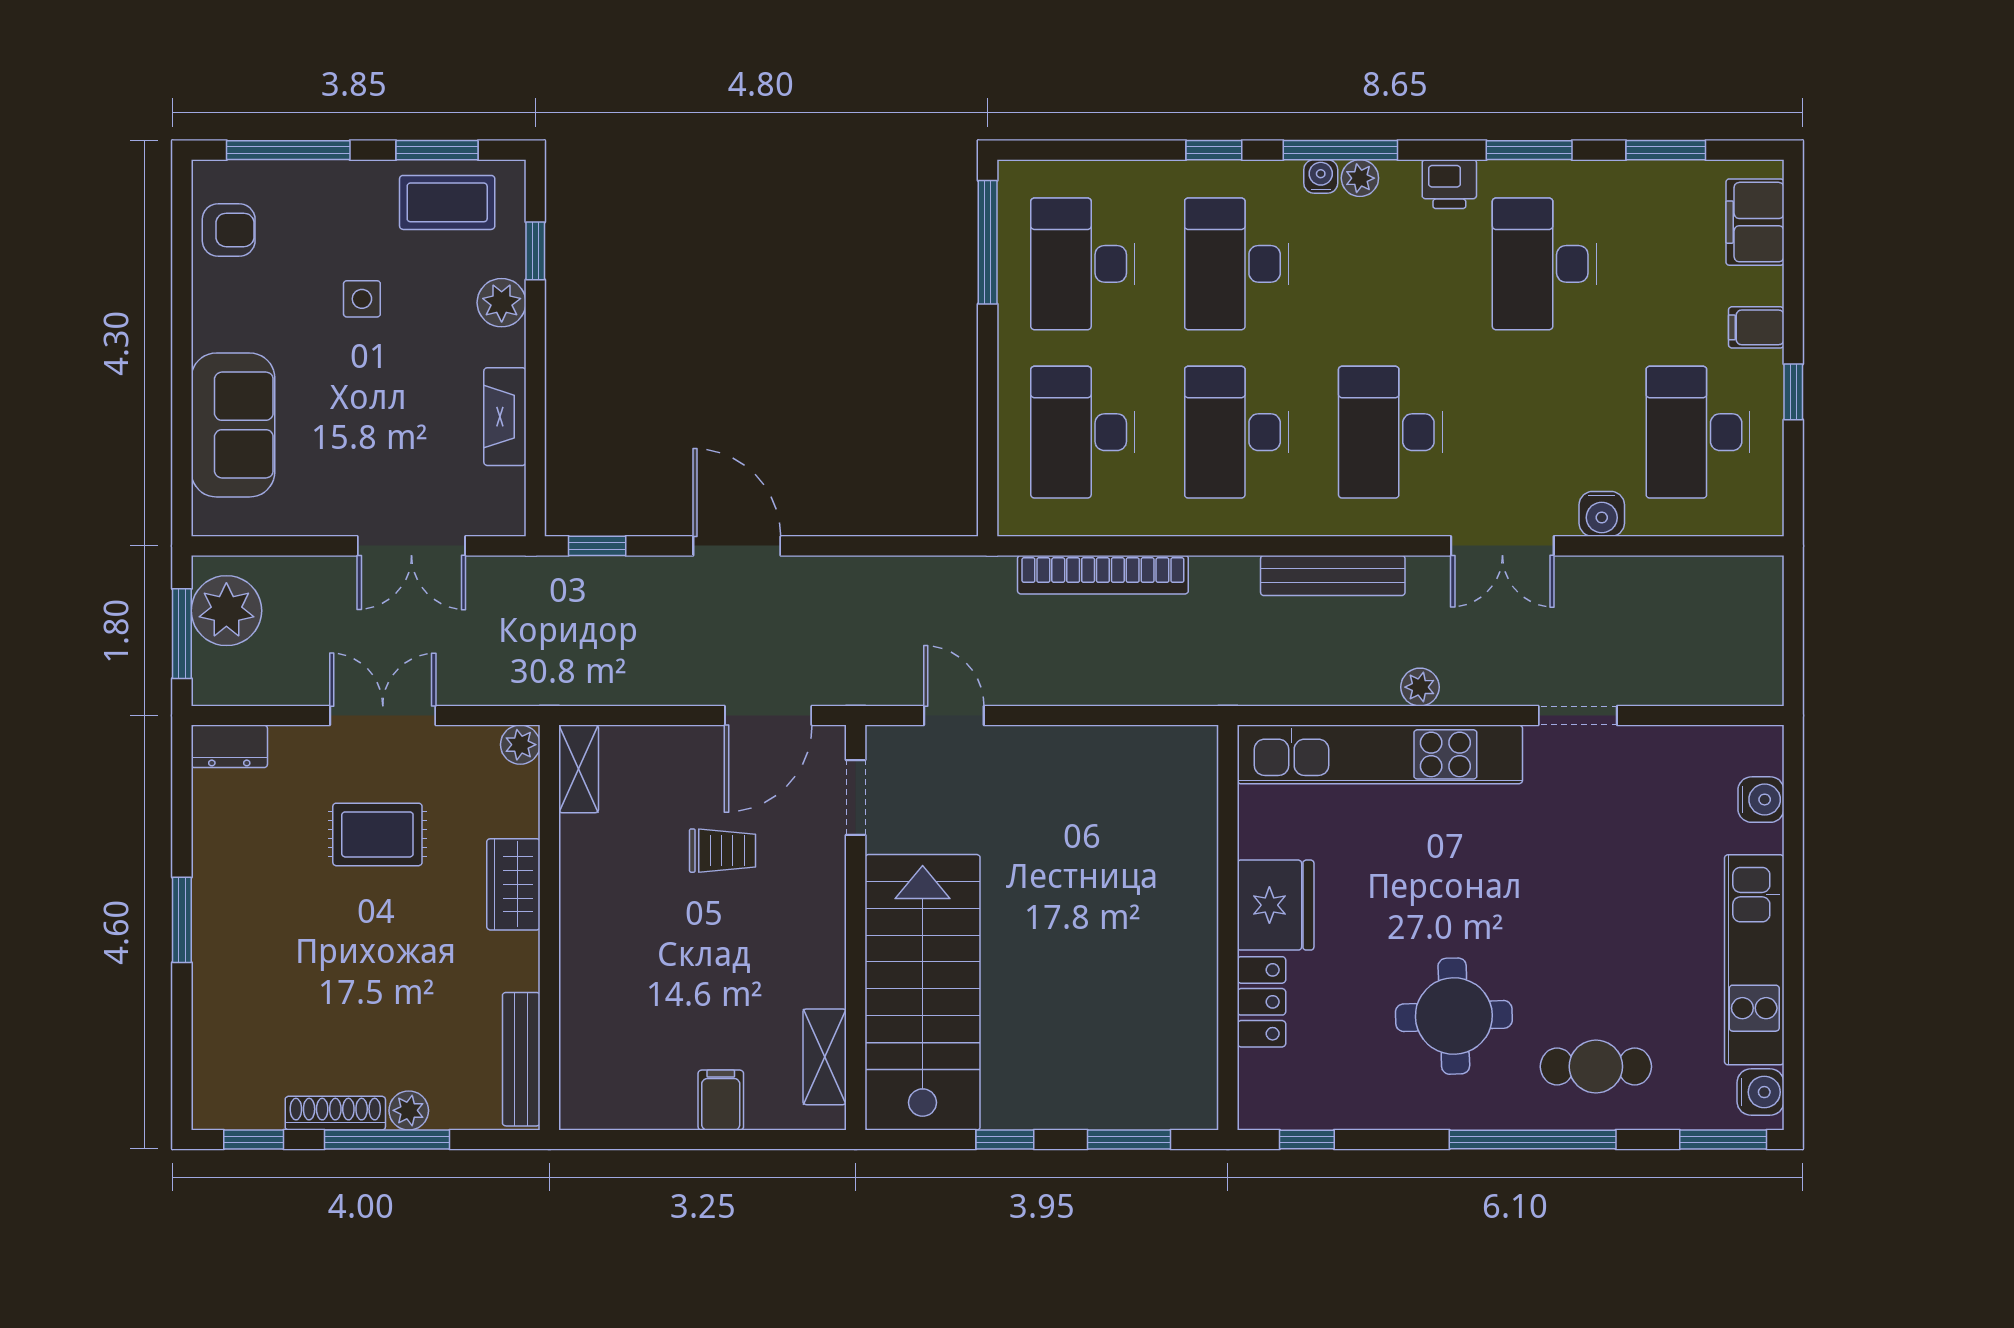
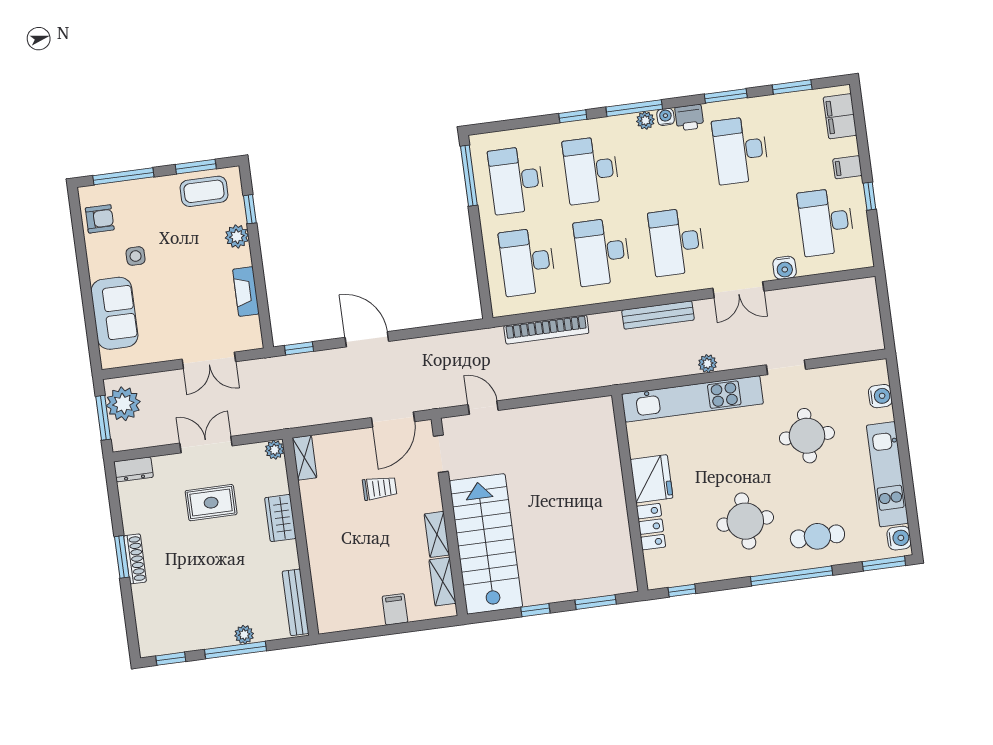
water cooler: (1321, 176) -> (666, 117), moved
side table: (362, 299) -> (136, 256), moved
round table: (1602, 860) -> (807, 436), added
shelving: (826, 960) -> (437, 534), added
shoe rack: (335, 1113) -> (135, 559), moved, turned 90

